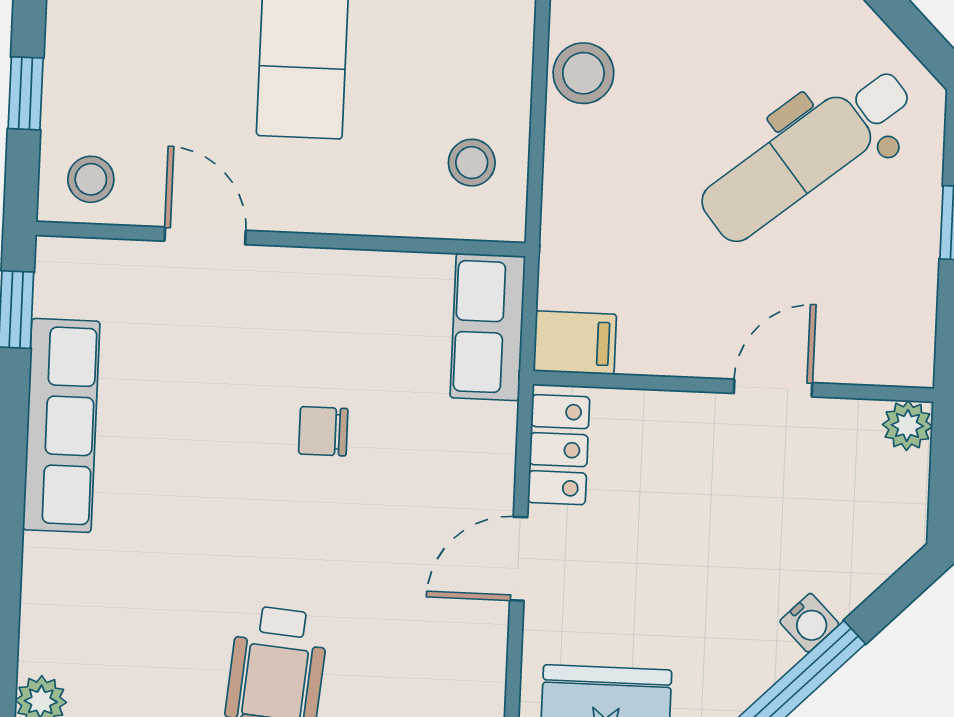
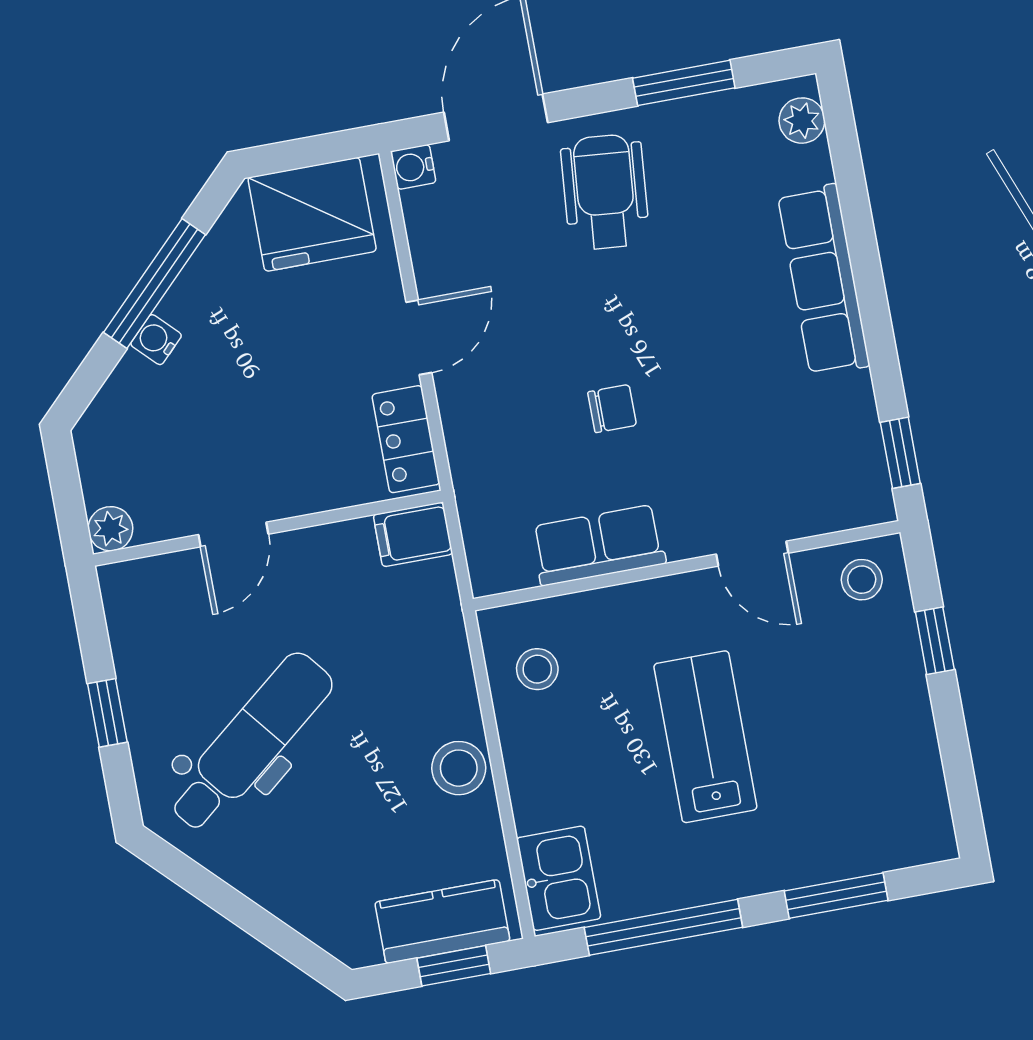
row of seats: (488, 327) -> (598, 545), moved, turned -90
row of seats: (61, 425) -> (824, 280), moved

